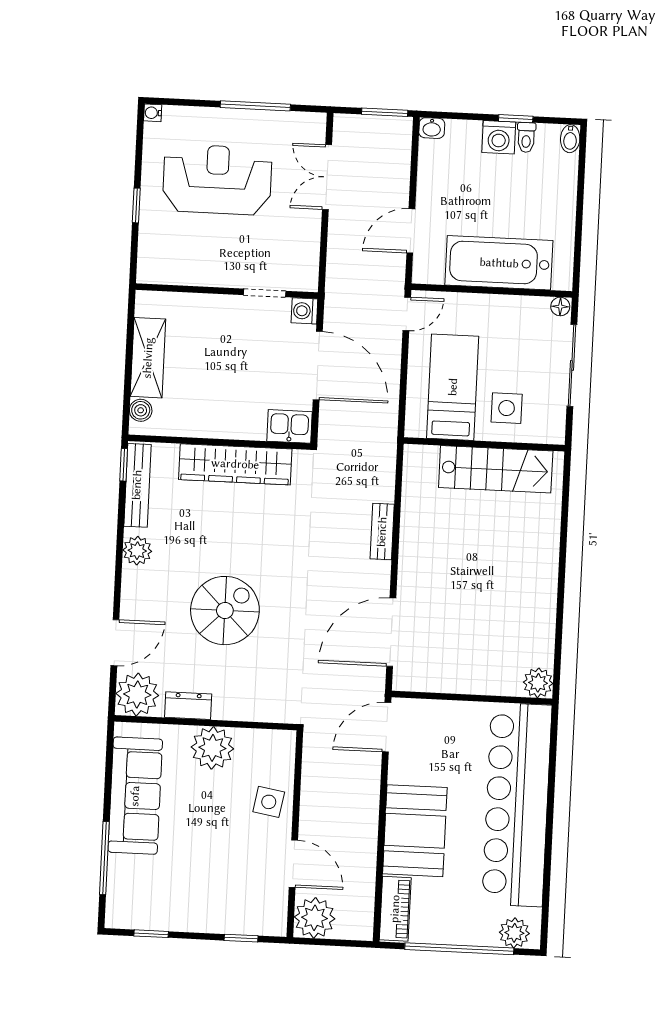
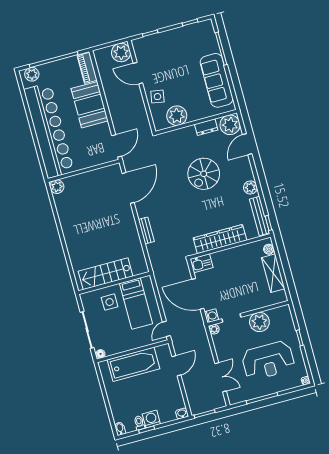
plant: (209, 266) -> (259, 322), added
plant: (308, 281) -> (214, 329), added
plant: (212, 748) -> (177, 116), moved

